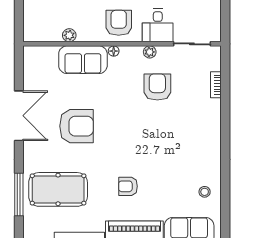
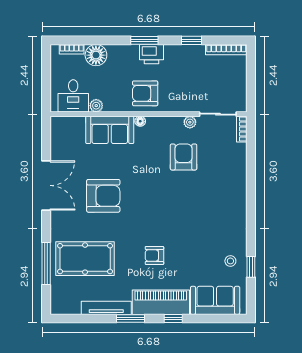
armchair: (119, 23) -> (145, 93), turned -90
desk: (158, 25) -> (73, 96), moved
plant: (150, 52) -> (190, 122), moved
bookcase: (216, 85) -> (242, 129), moved
window: (225, 198) -> (251, 267), added

